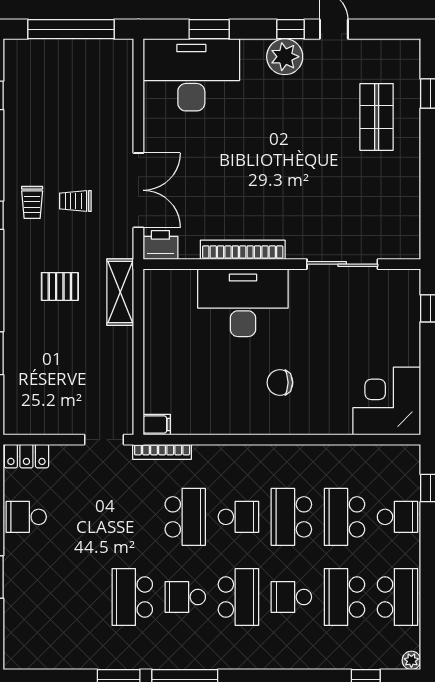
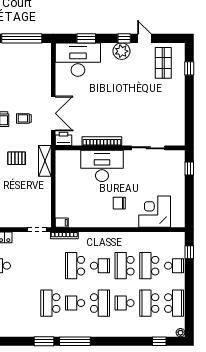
shop shelf: (377, 117) -> (163, 63), moved
corner desk: (387, 401) -> (155, 212), moved
school desk: (185, 517) -> (75, 266), turned 180

